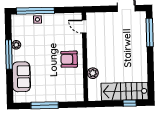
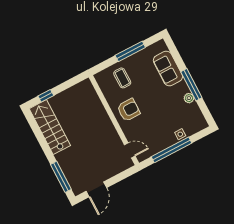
window: (35, 11) -> (172, 150), moved
plant: (93, 73) -> (98, 108), removed
coffee table: (62, 87) -> (122, 78), added
stairs: (125, 91) -> (50, 127), moved, turned -90

